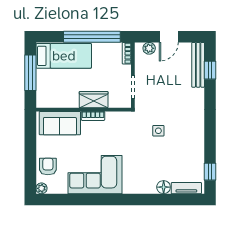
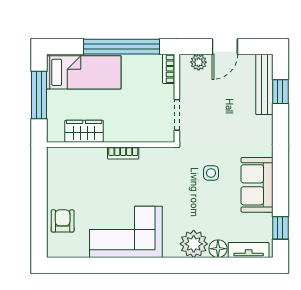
wardrobe: (94, 100) -> (84, 131), moved
sofa: (60, 123) -> (257, 185), moved, turned 90
plant: (41, 188) -> (194, 244), moved, width x1.88, depth x1.88

